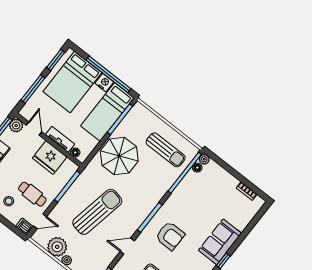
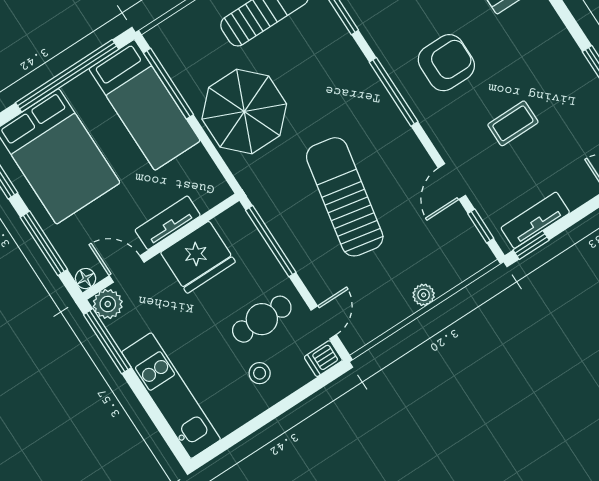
nightstand: (104, 83) -> (81, 90), removed
floor lamp: (75, 152) -> (86, 279), moved
door: (127, 246) -> (452, 182), moved
plant: (57, 247) -> (389, 305), removed

